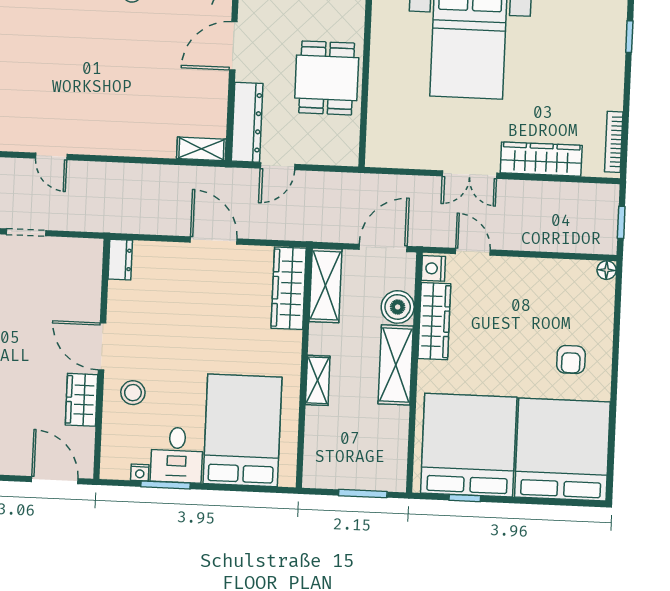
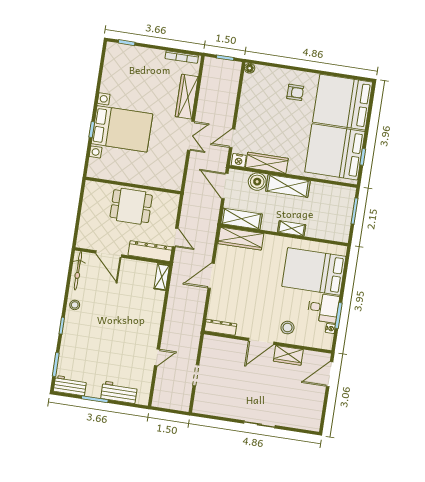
dresser: (120, 260) -> (221, 327), width x1.44

